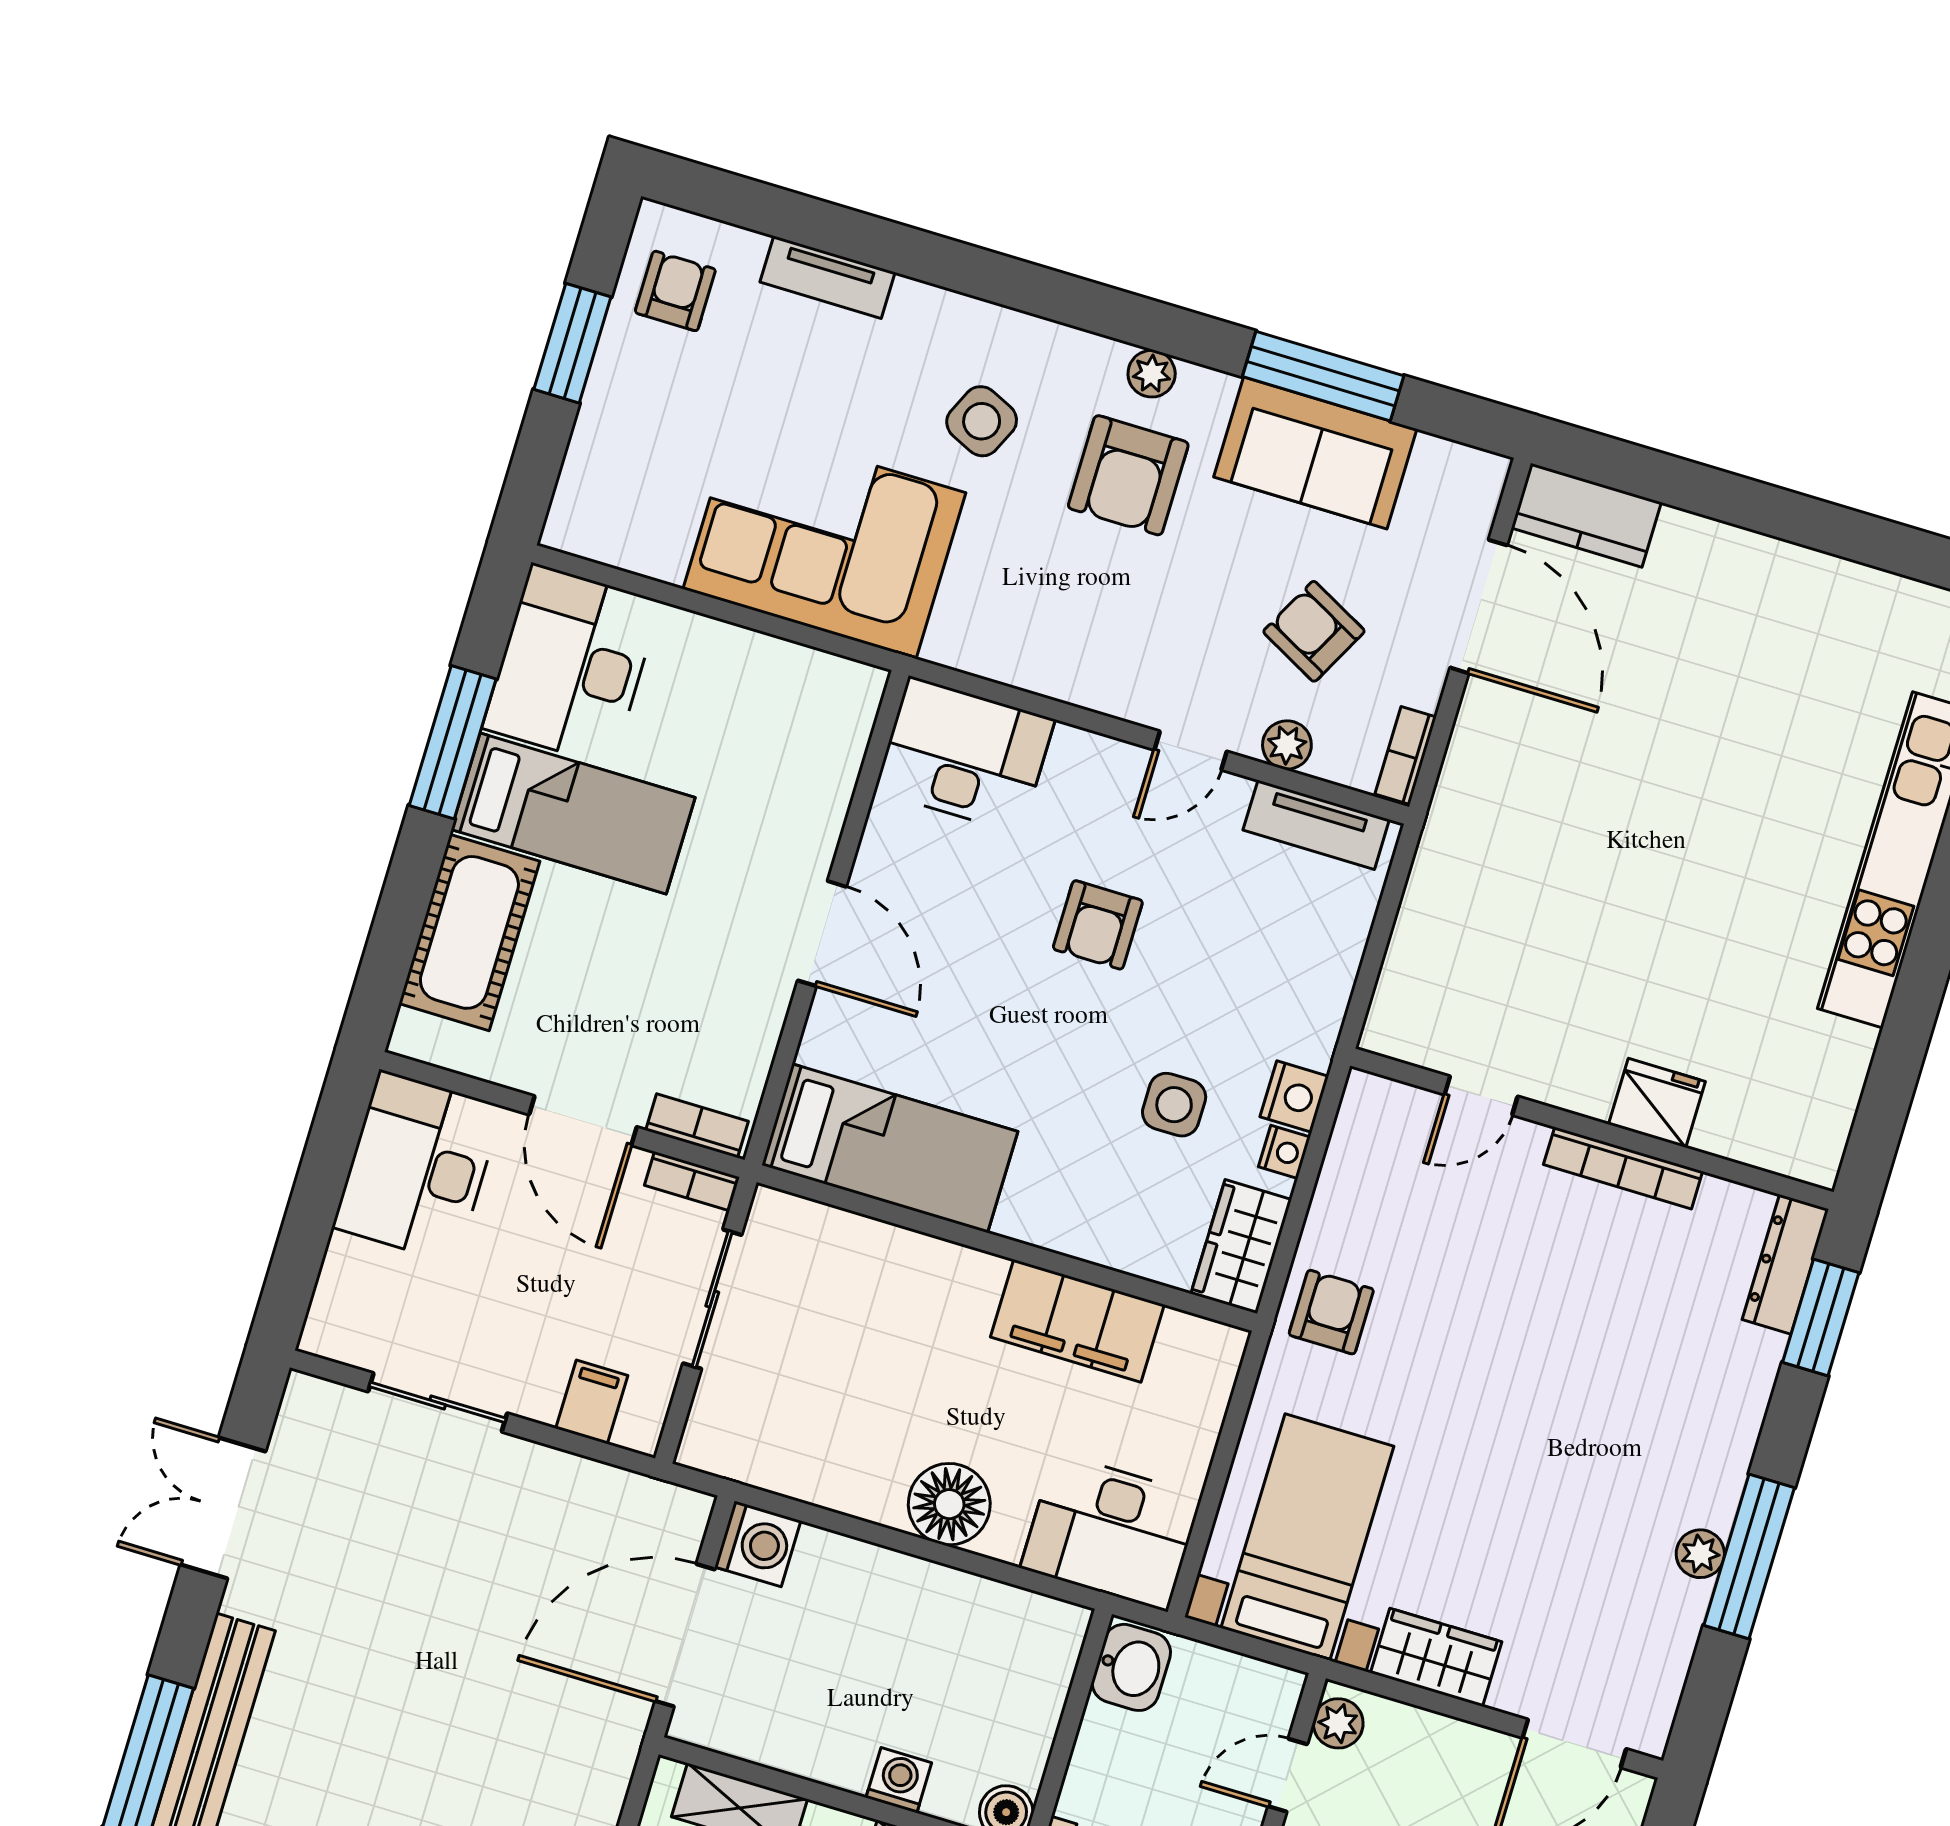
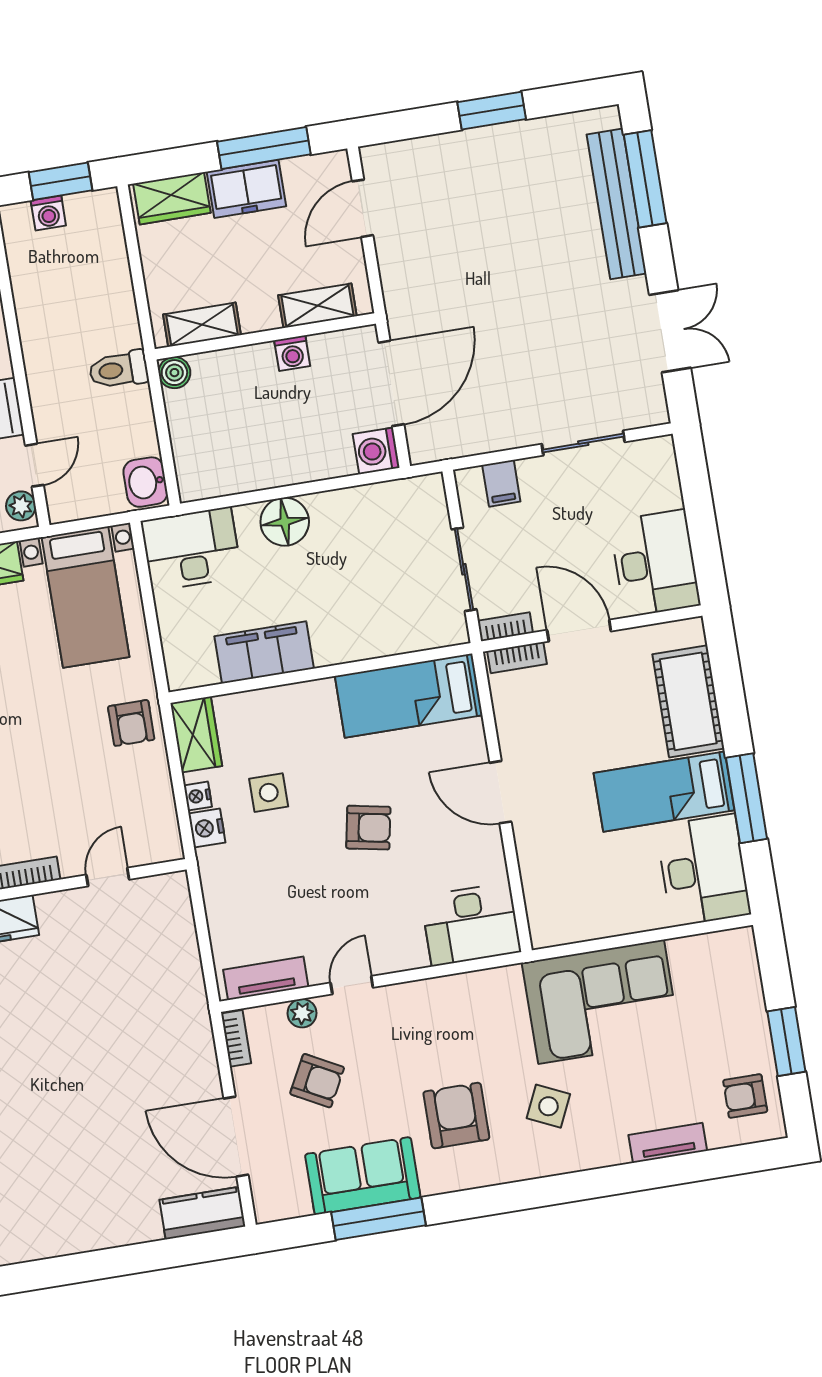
armchair: (675, 291) -> (745, 1096), turned 90
plant: (1152, 374) -> (470, 1176), removed
armchair: (1098, 925) -> (368, 828), moved, turned 101
washing machine: (899, 1780) -> (292, 353), moved

